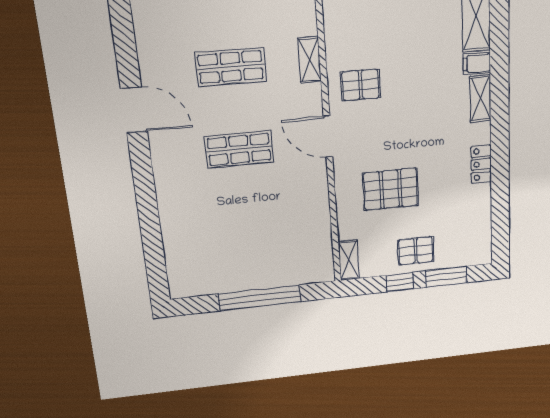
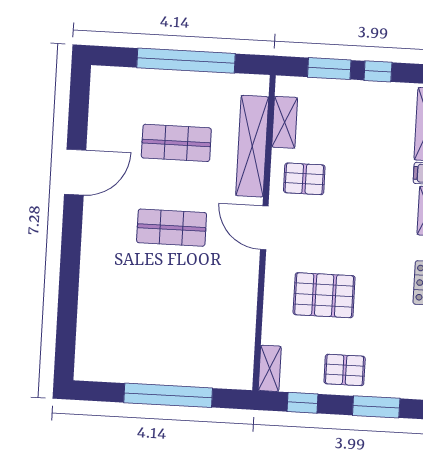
shelving: (335, 32) -> (285, 122), added
shelving: (310, 60) -> (252, 146), width x2.20, depth x1.33
door: (134, 110) -> (75, 172), hinge flipped
window: (400, 282) -> (302, 403), moved

